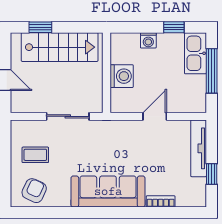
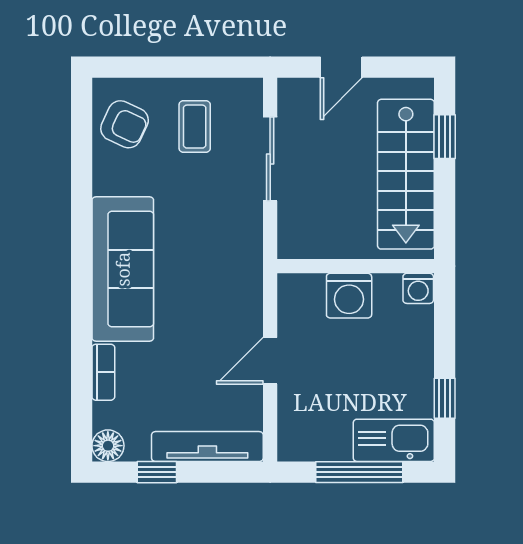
washing machine: (148, 40) -> (418, 288), moved, turned -90
sliding door: (68, 116) -> (270, 159), moved
door: (155, 116) -> (270, 361), swing flipped
floor lamp: (198, 199) -> (108, 446), added

